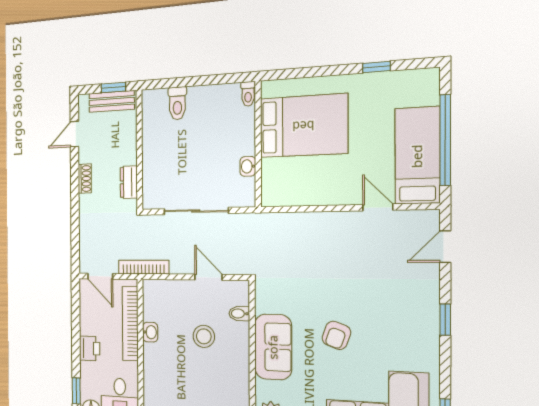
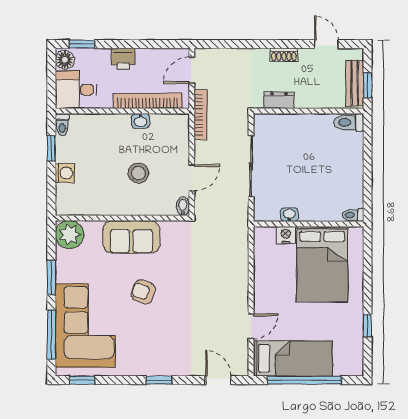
toilet: (177, 103) -> (349, 122), moved
nightstand: (271, 170) -> (286, 235), added
bidet: (239, 314) -> (183, 206), moved

